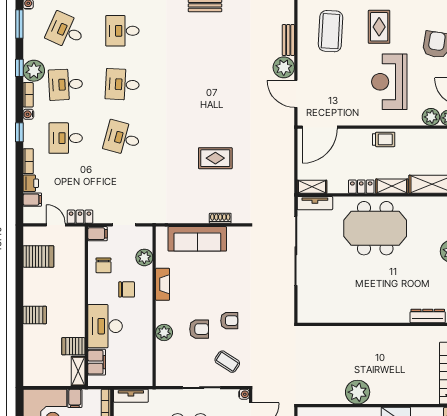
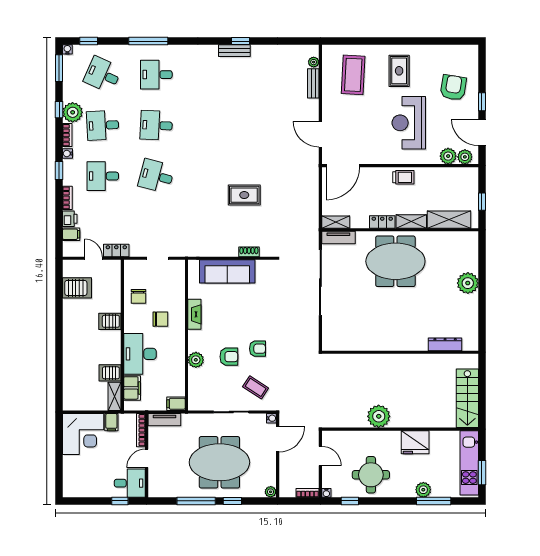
plant: (284, 67) -> (314, 62), moved, width x0.53, depth x0.53
filing cabinet: (98, 234) -> (176, 404), moved, turned 180
plant: (144, 257) -> (177, 289), removed
server rack: (35, 315) -> (110, 321), moved, turned 180

